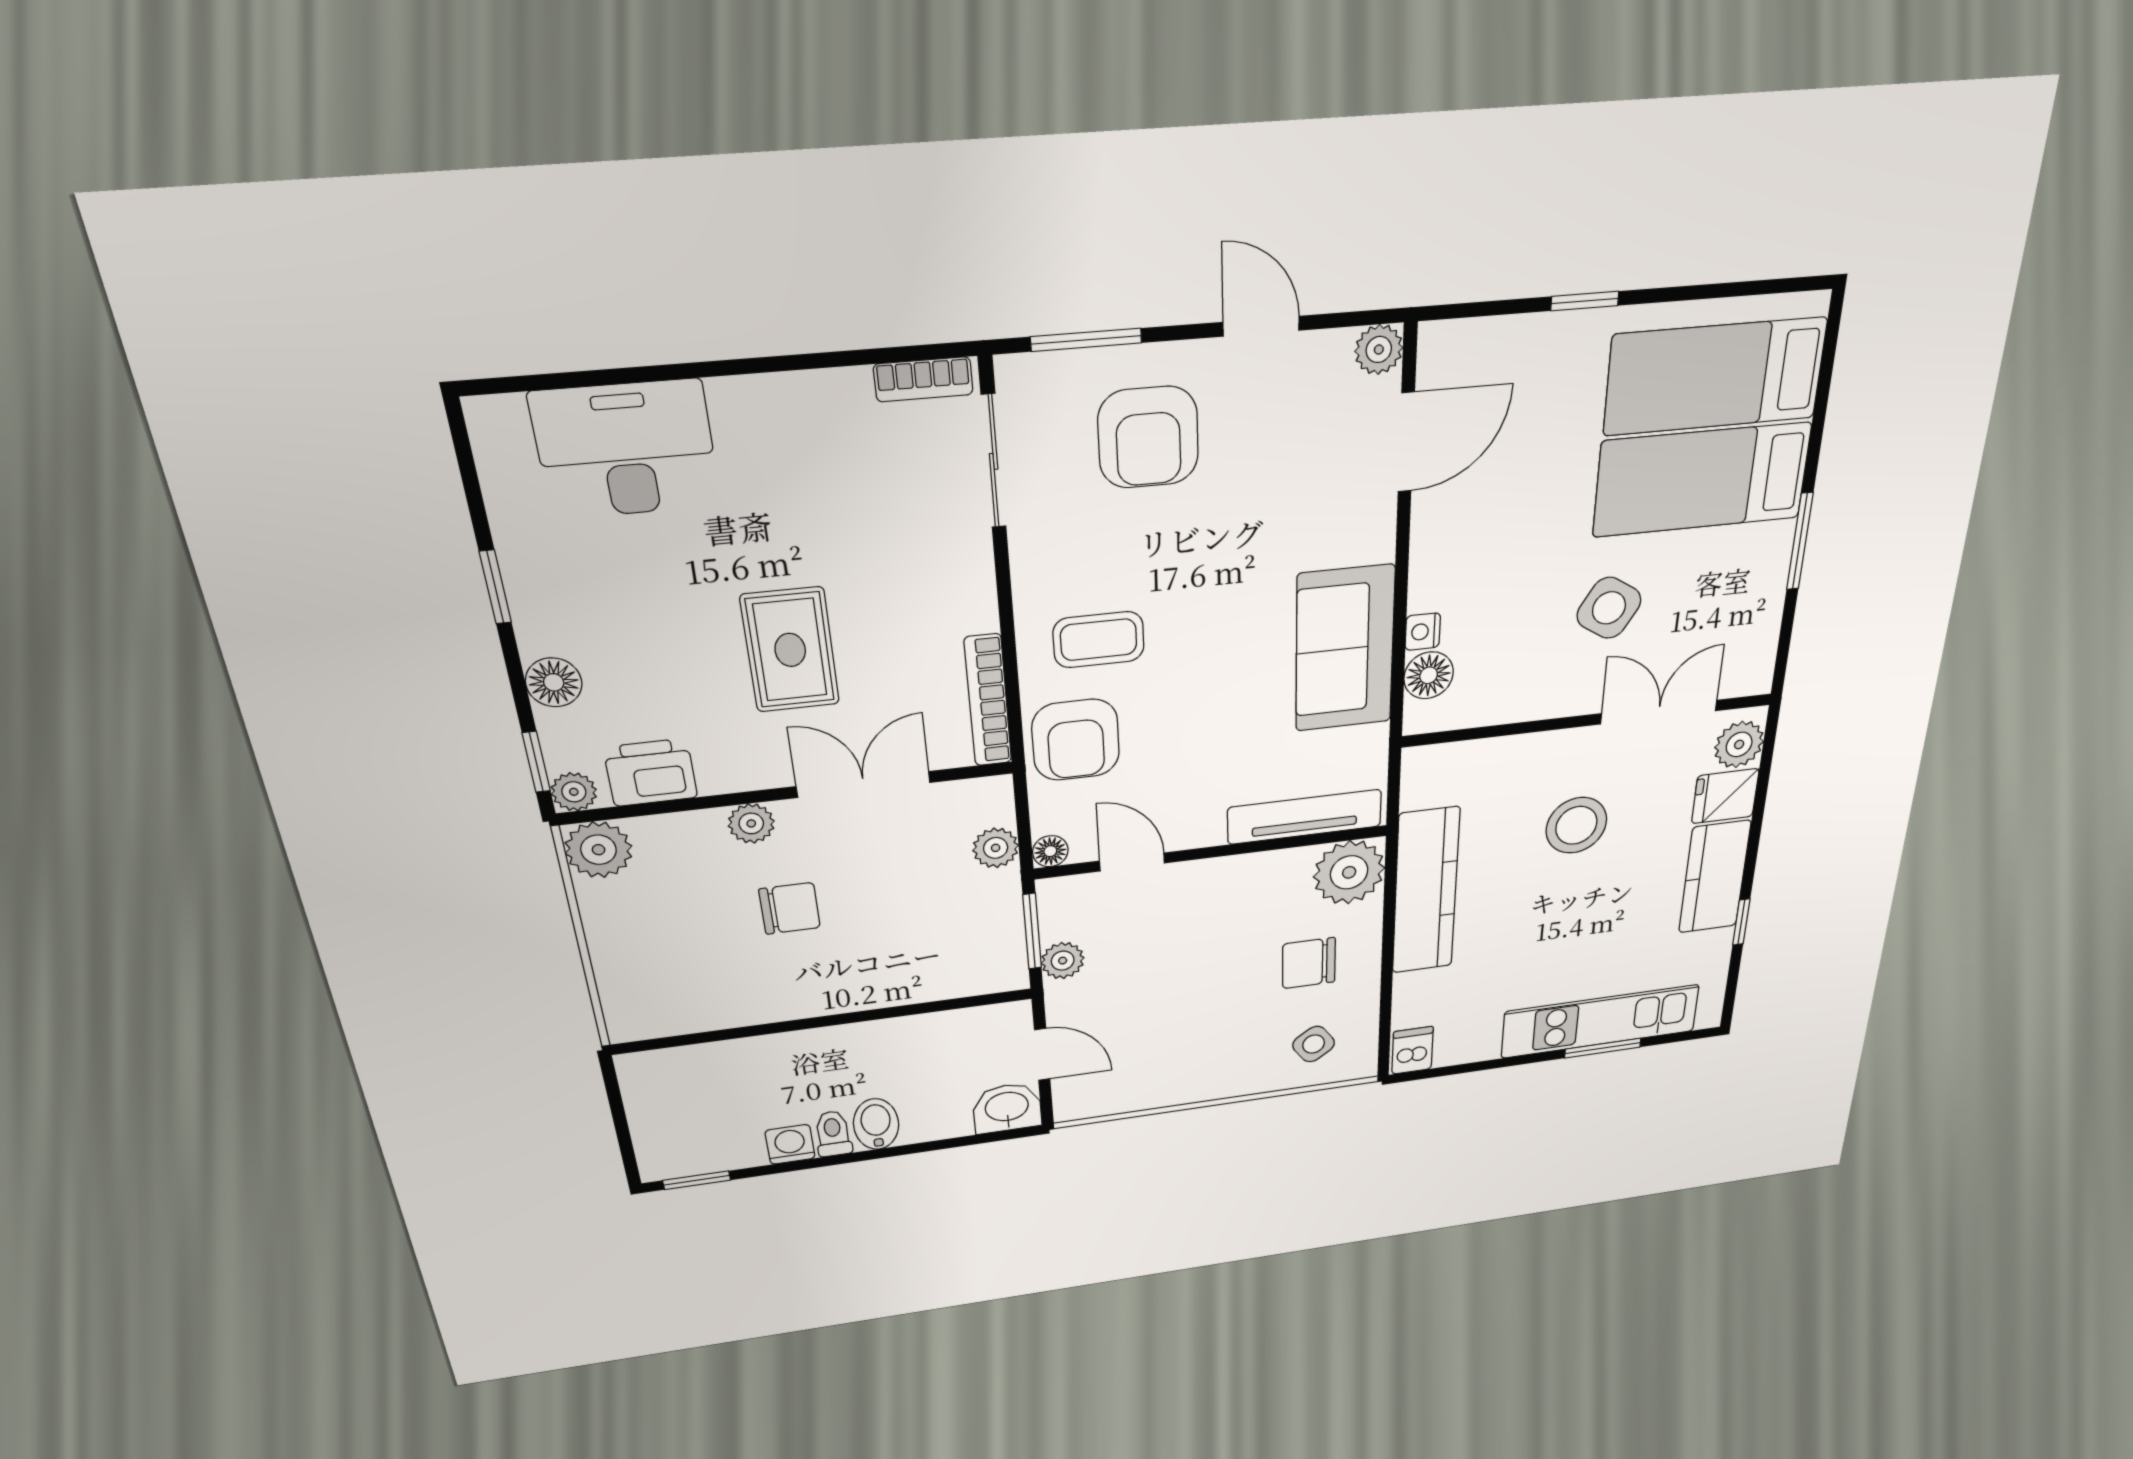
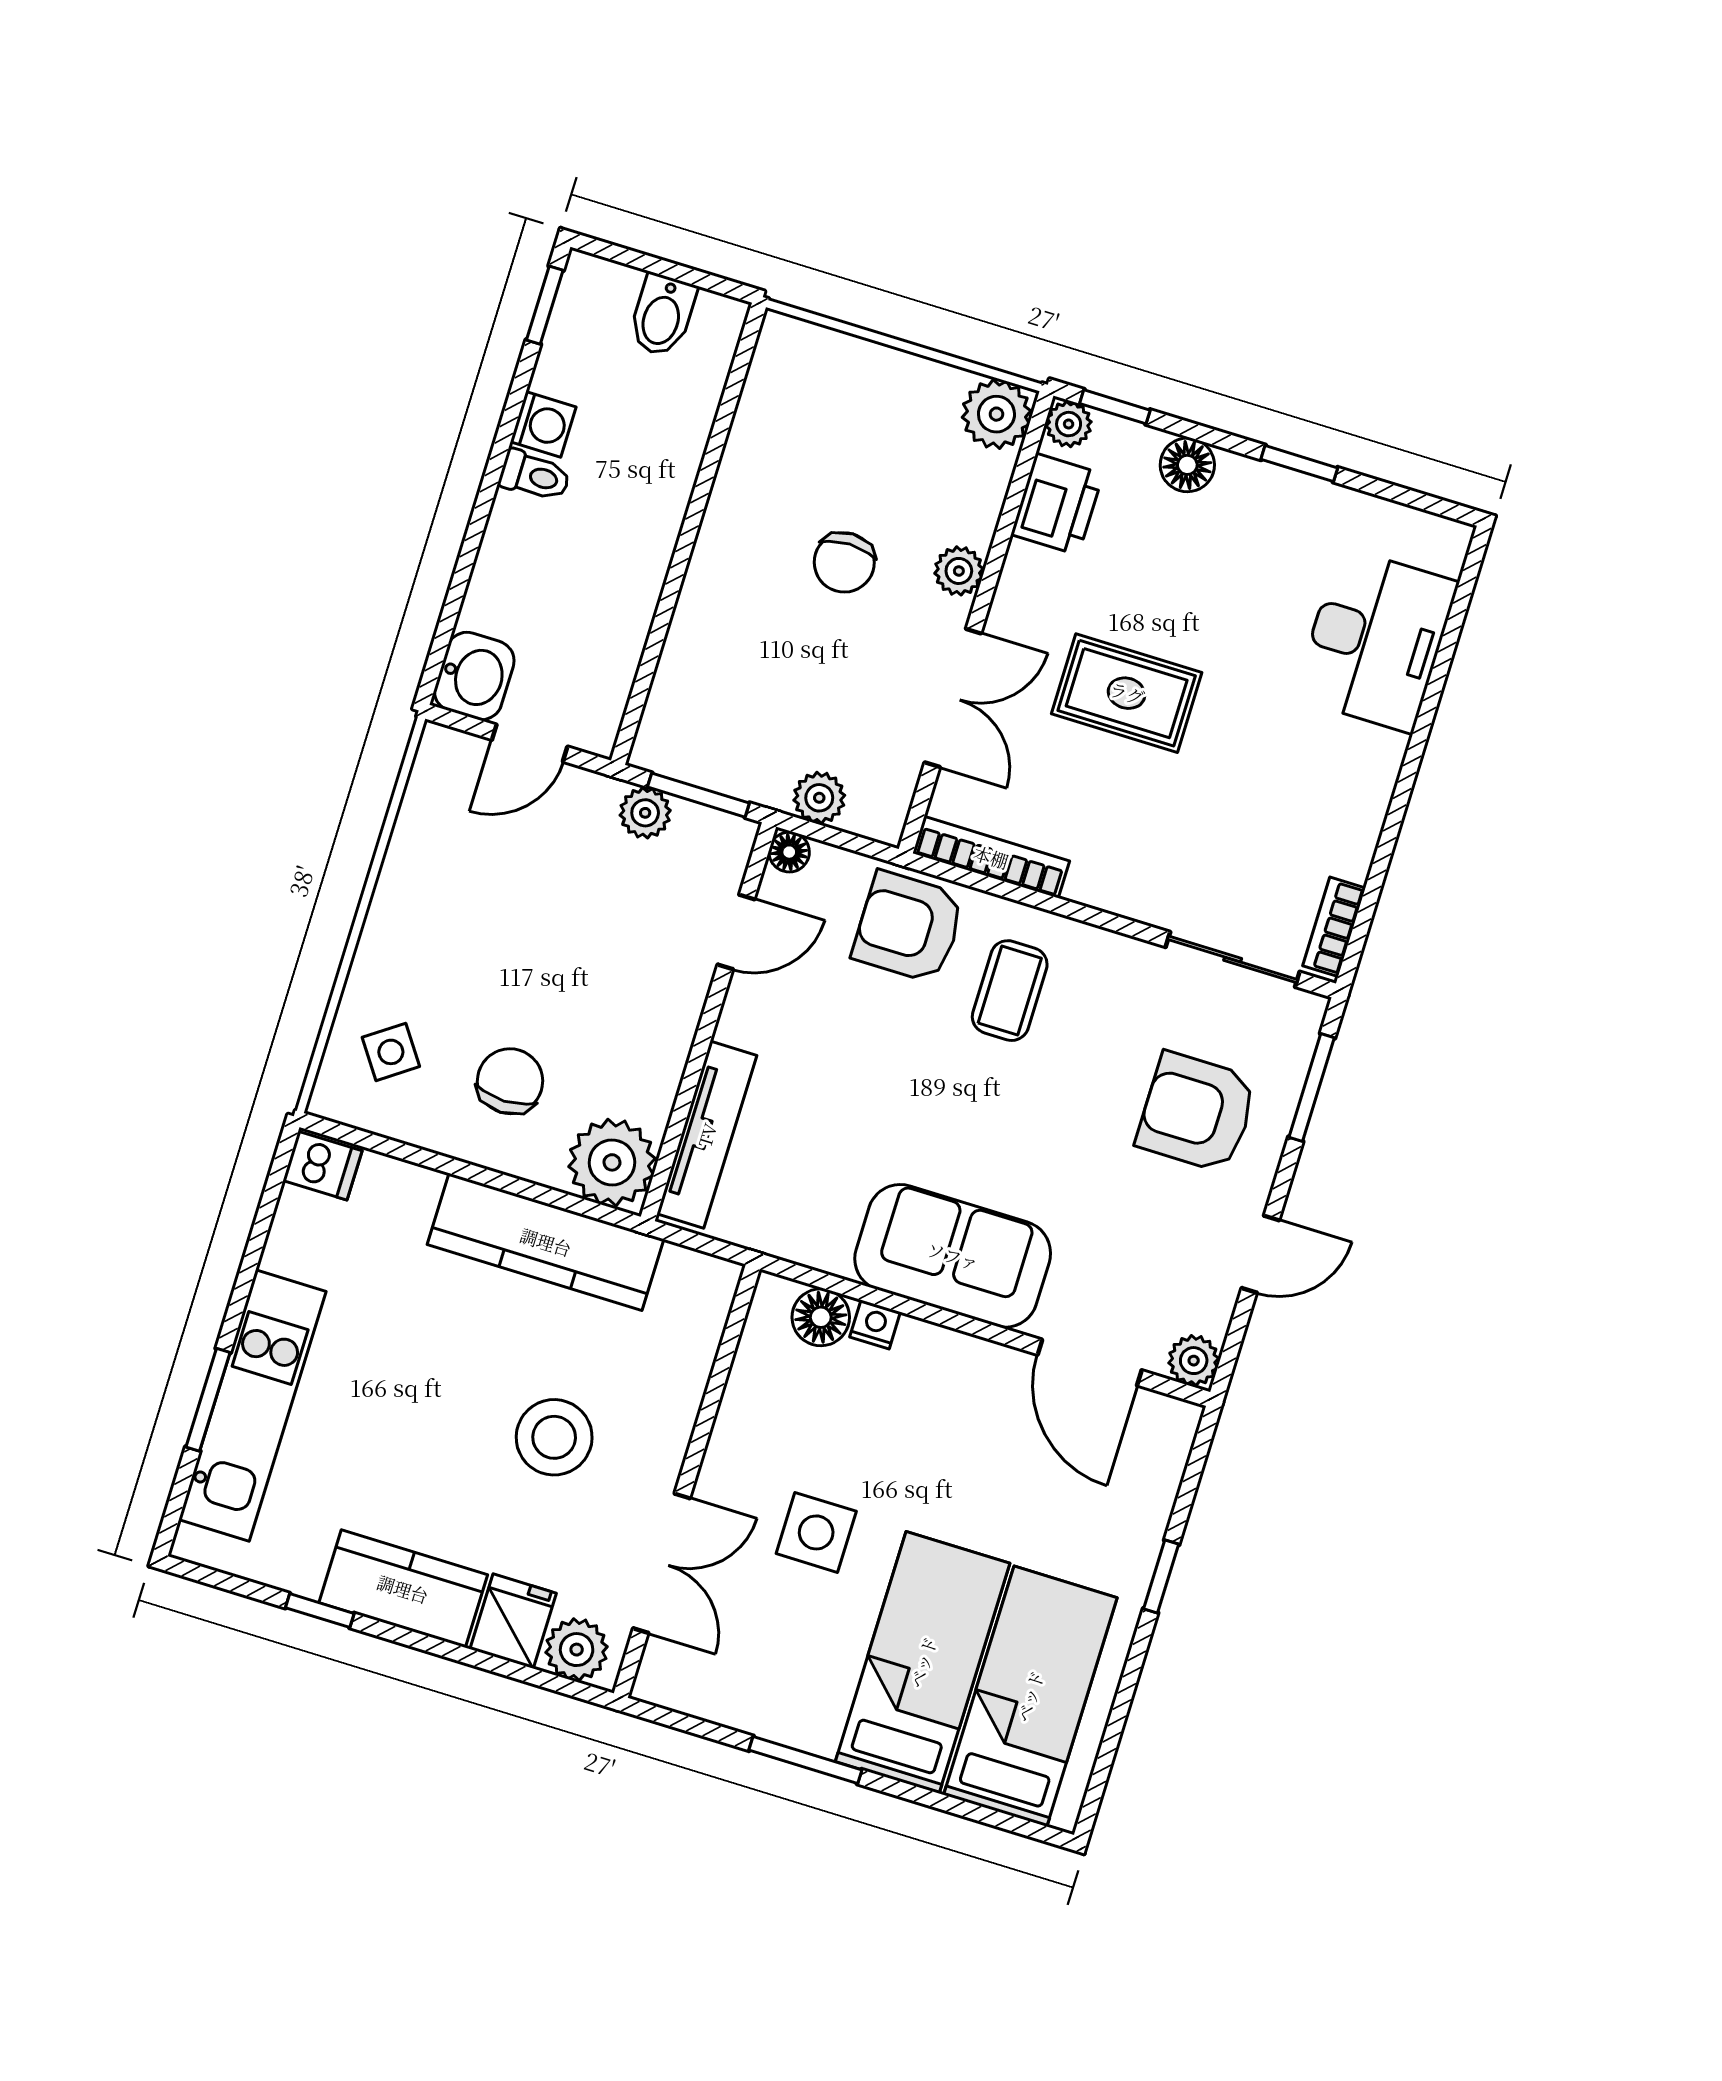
side table: (1609, 608) -> (816, 1532), turned -32
sofa: (1345, 649) -> (953, 1256), moved
bidet: (876, 1124) -> (662, 315), moved, turned 90

